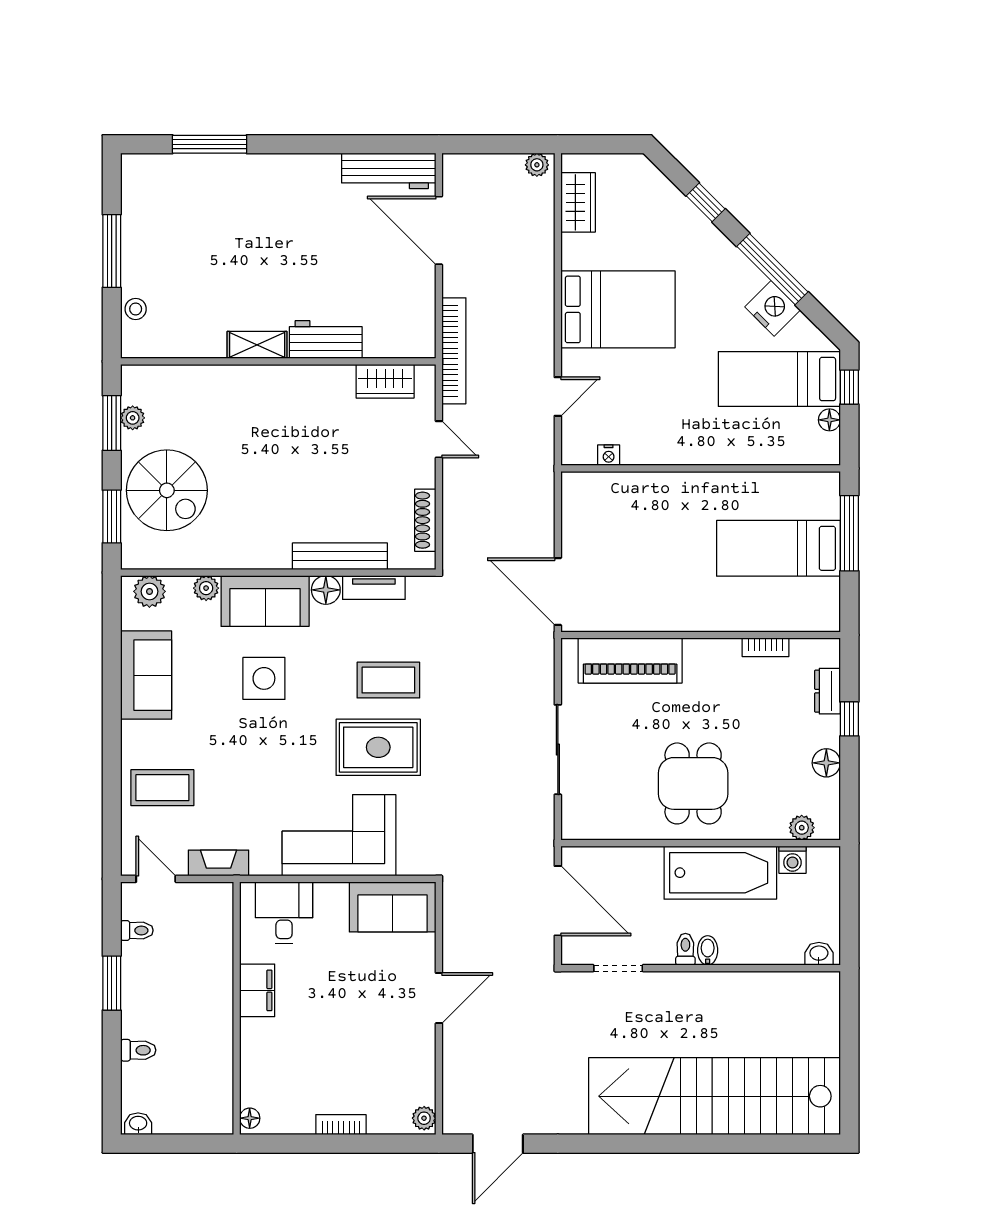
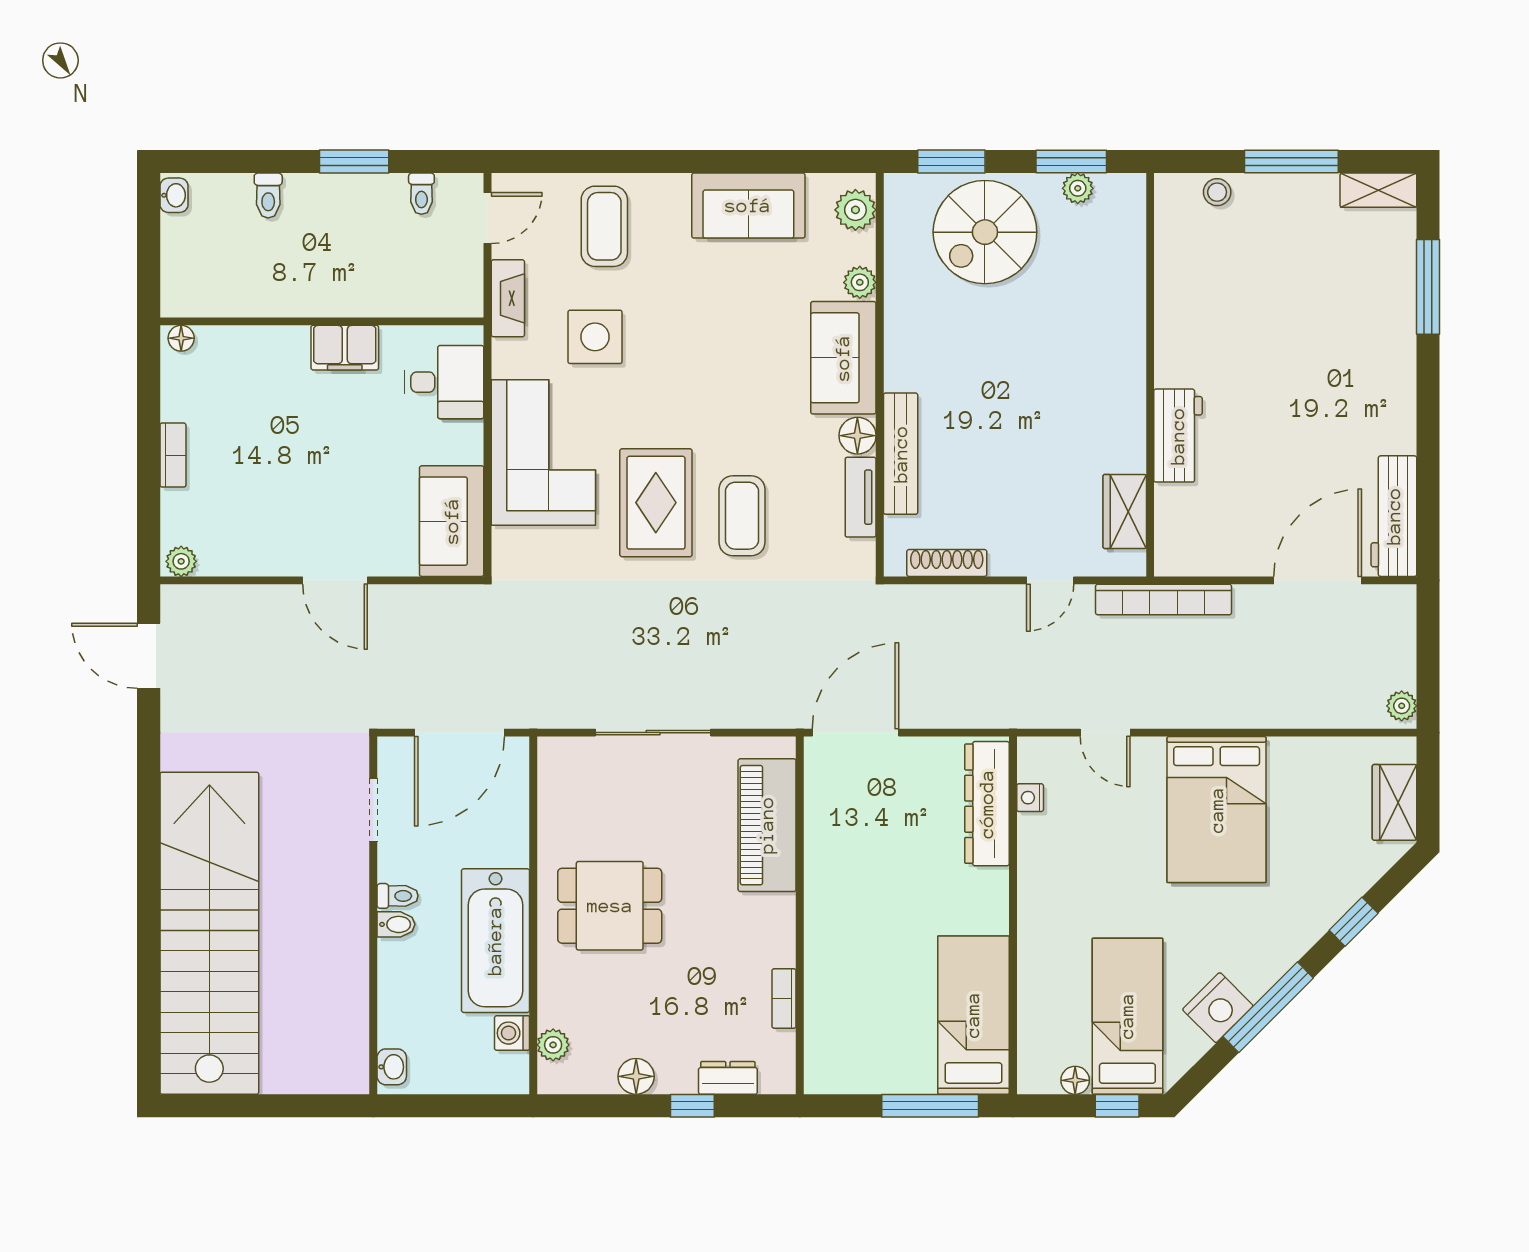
wardrobe: (578, 202) -> (1395, 802), moved, turned 90
shelving: (257, 345) -> (1378, 190), moved, turned 90
dresser: (613, 489) -> (987, 804), added
bed: (778, 548) -> (973, 1015), moved
side table: (264, 678) -> (595, 337), moved

